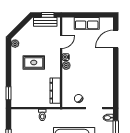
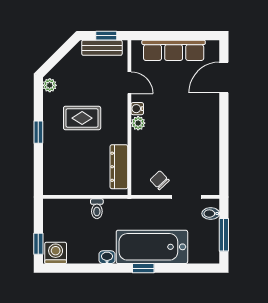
row of seats: (87, 23) -> (174, 50), width x1.48
door: (61, 42) -> (129, 83), hinge flipped
window: (8, 93) -> (38, 132), moved

